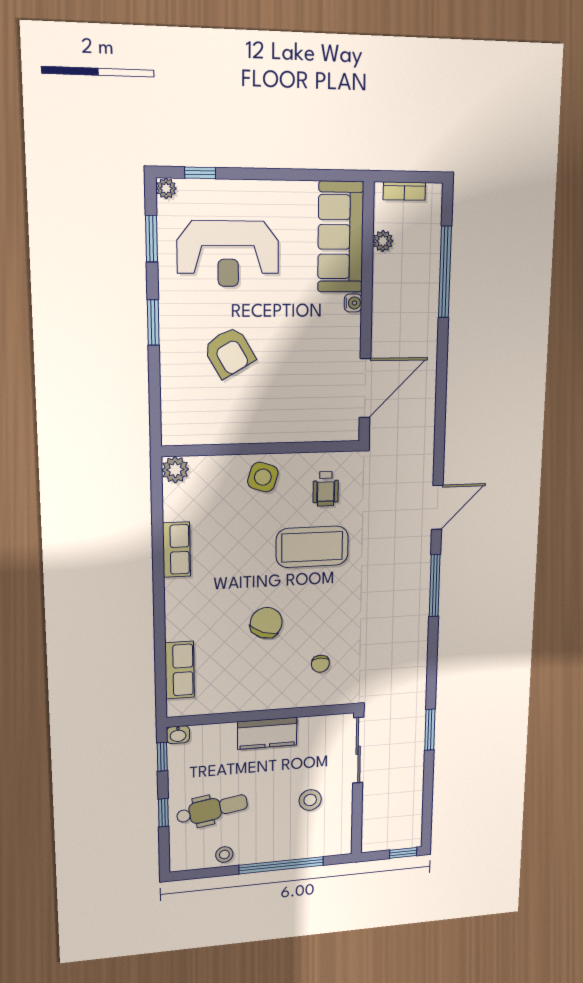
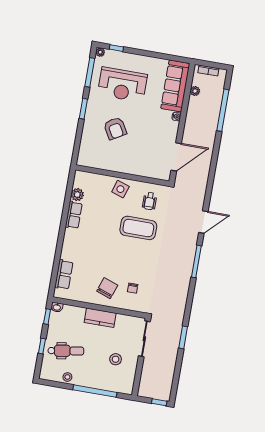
window: (151, 239) -> (90, 72), width x1.44
plant: (175, 470) -> (77, 195), moved
chair: (266, 623) -> (107, 288), moved

